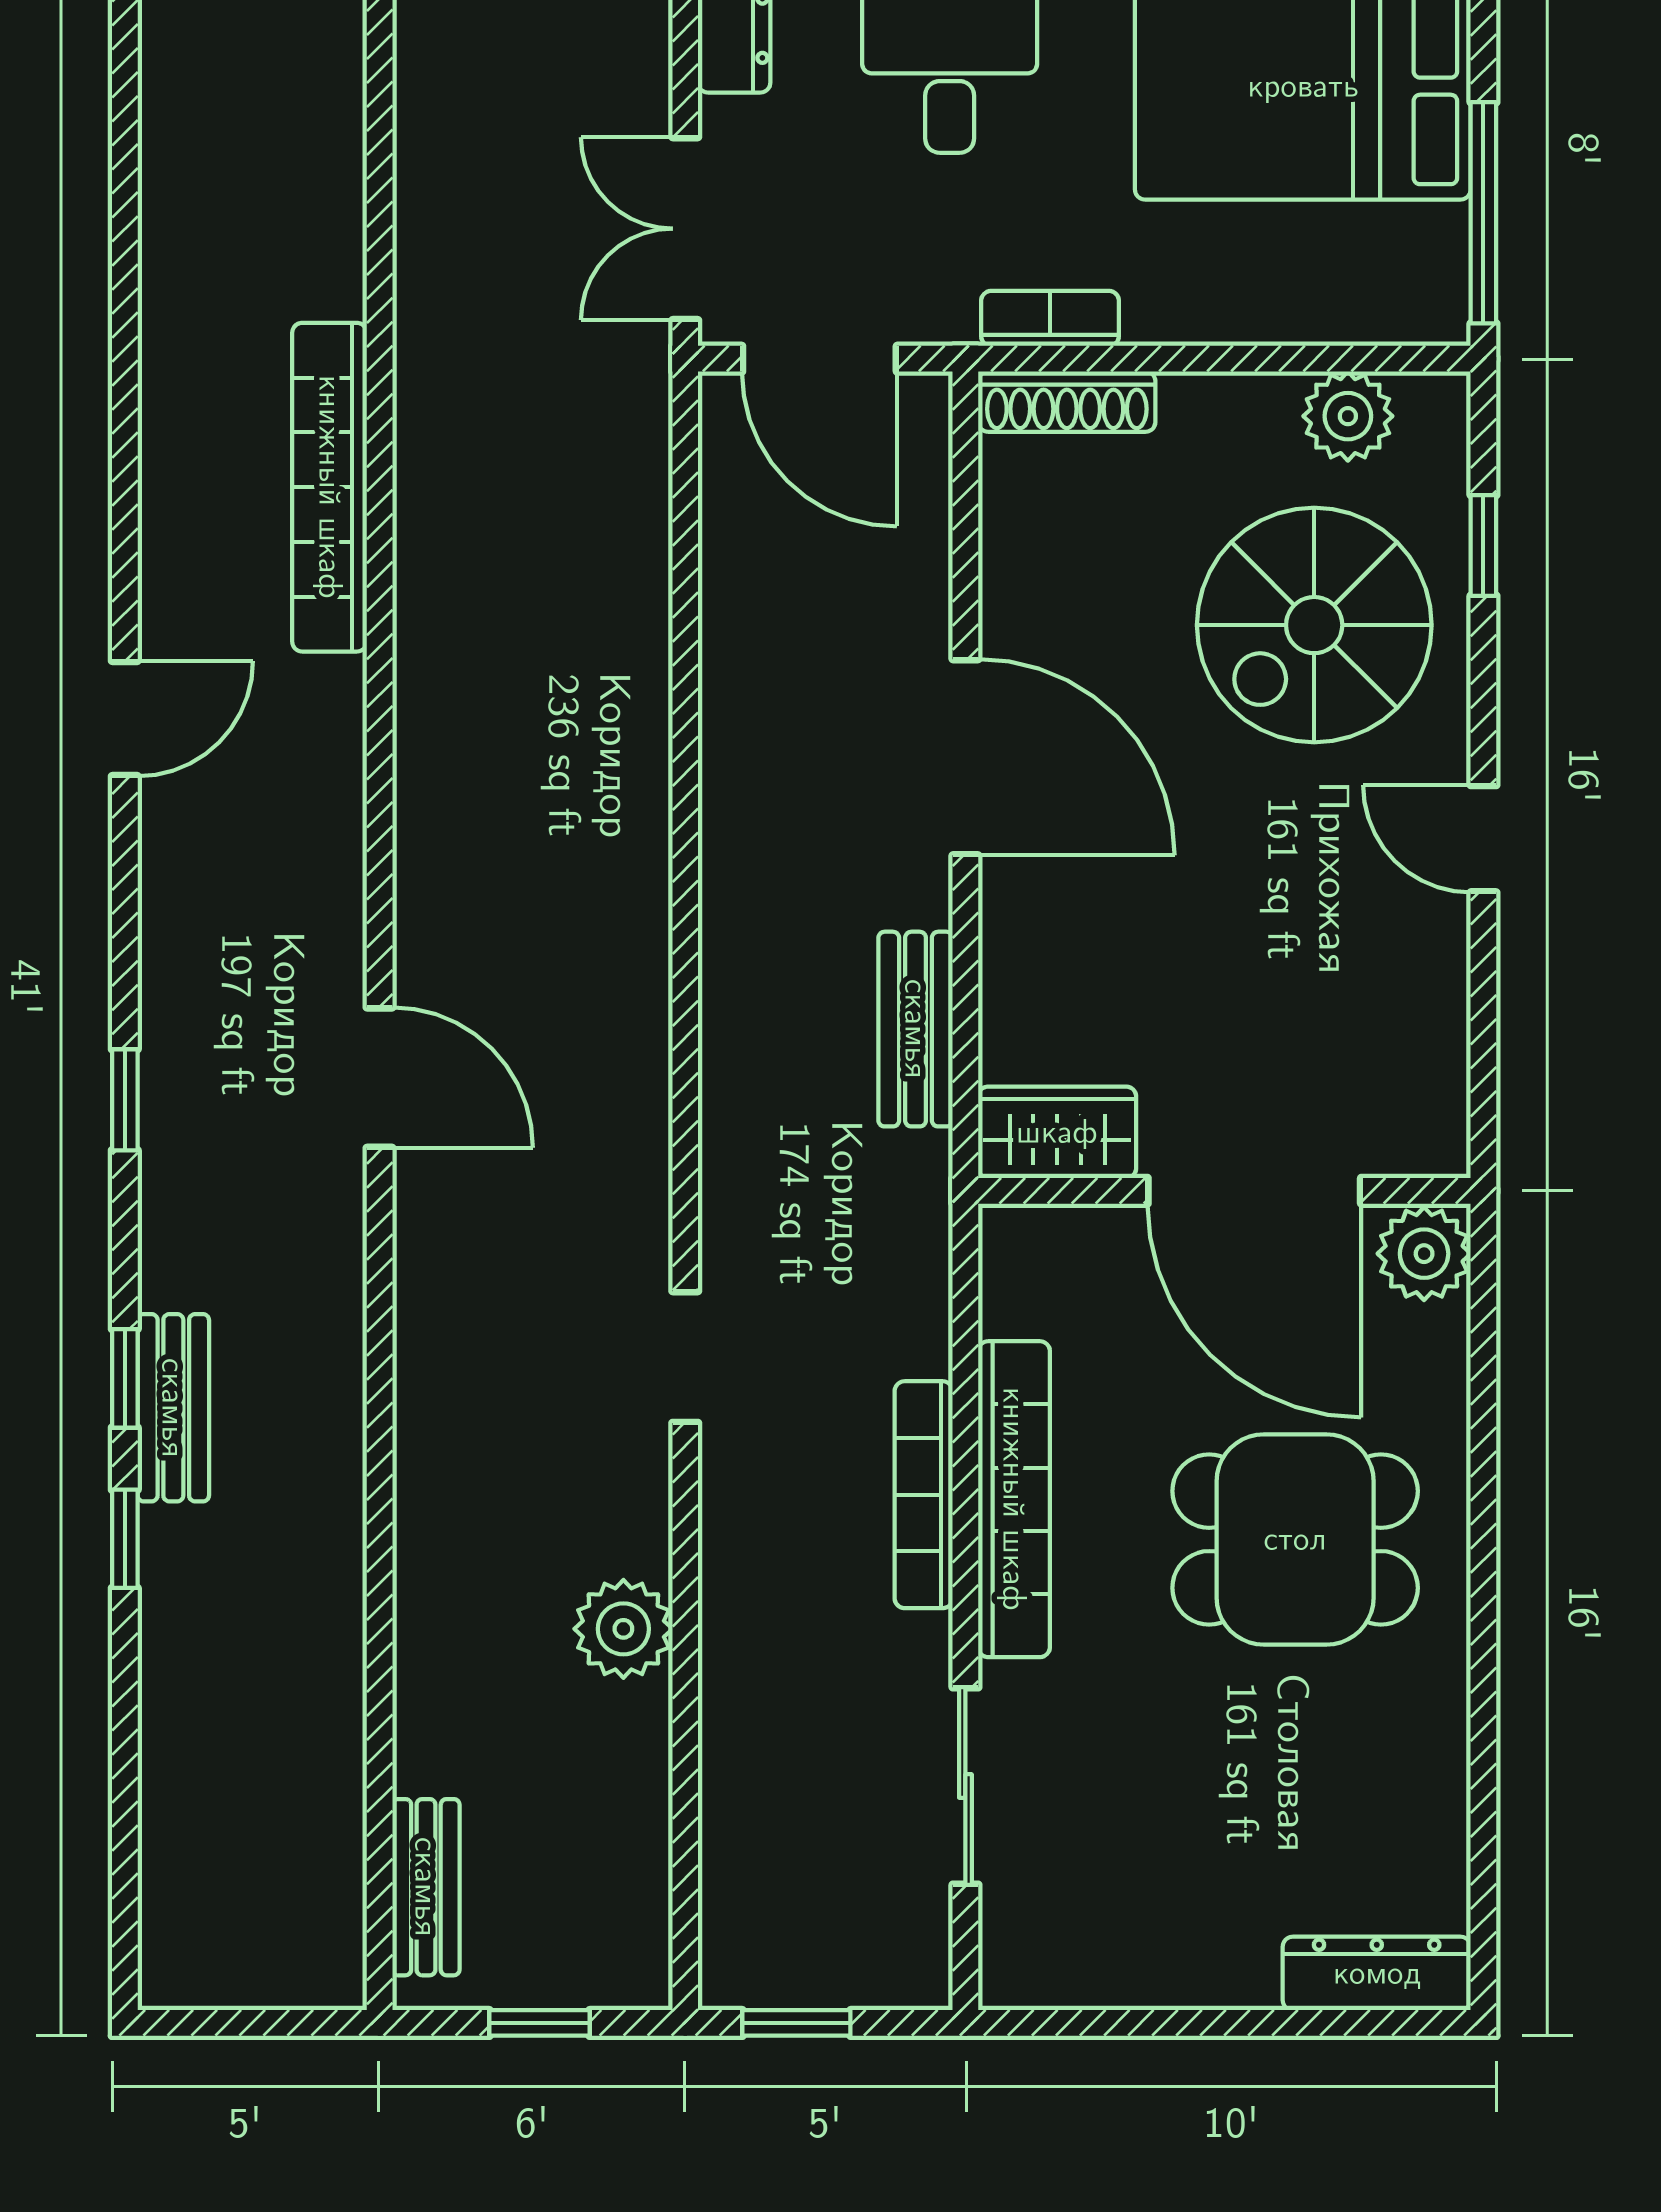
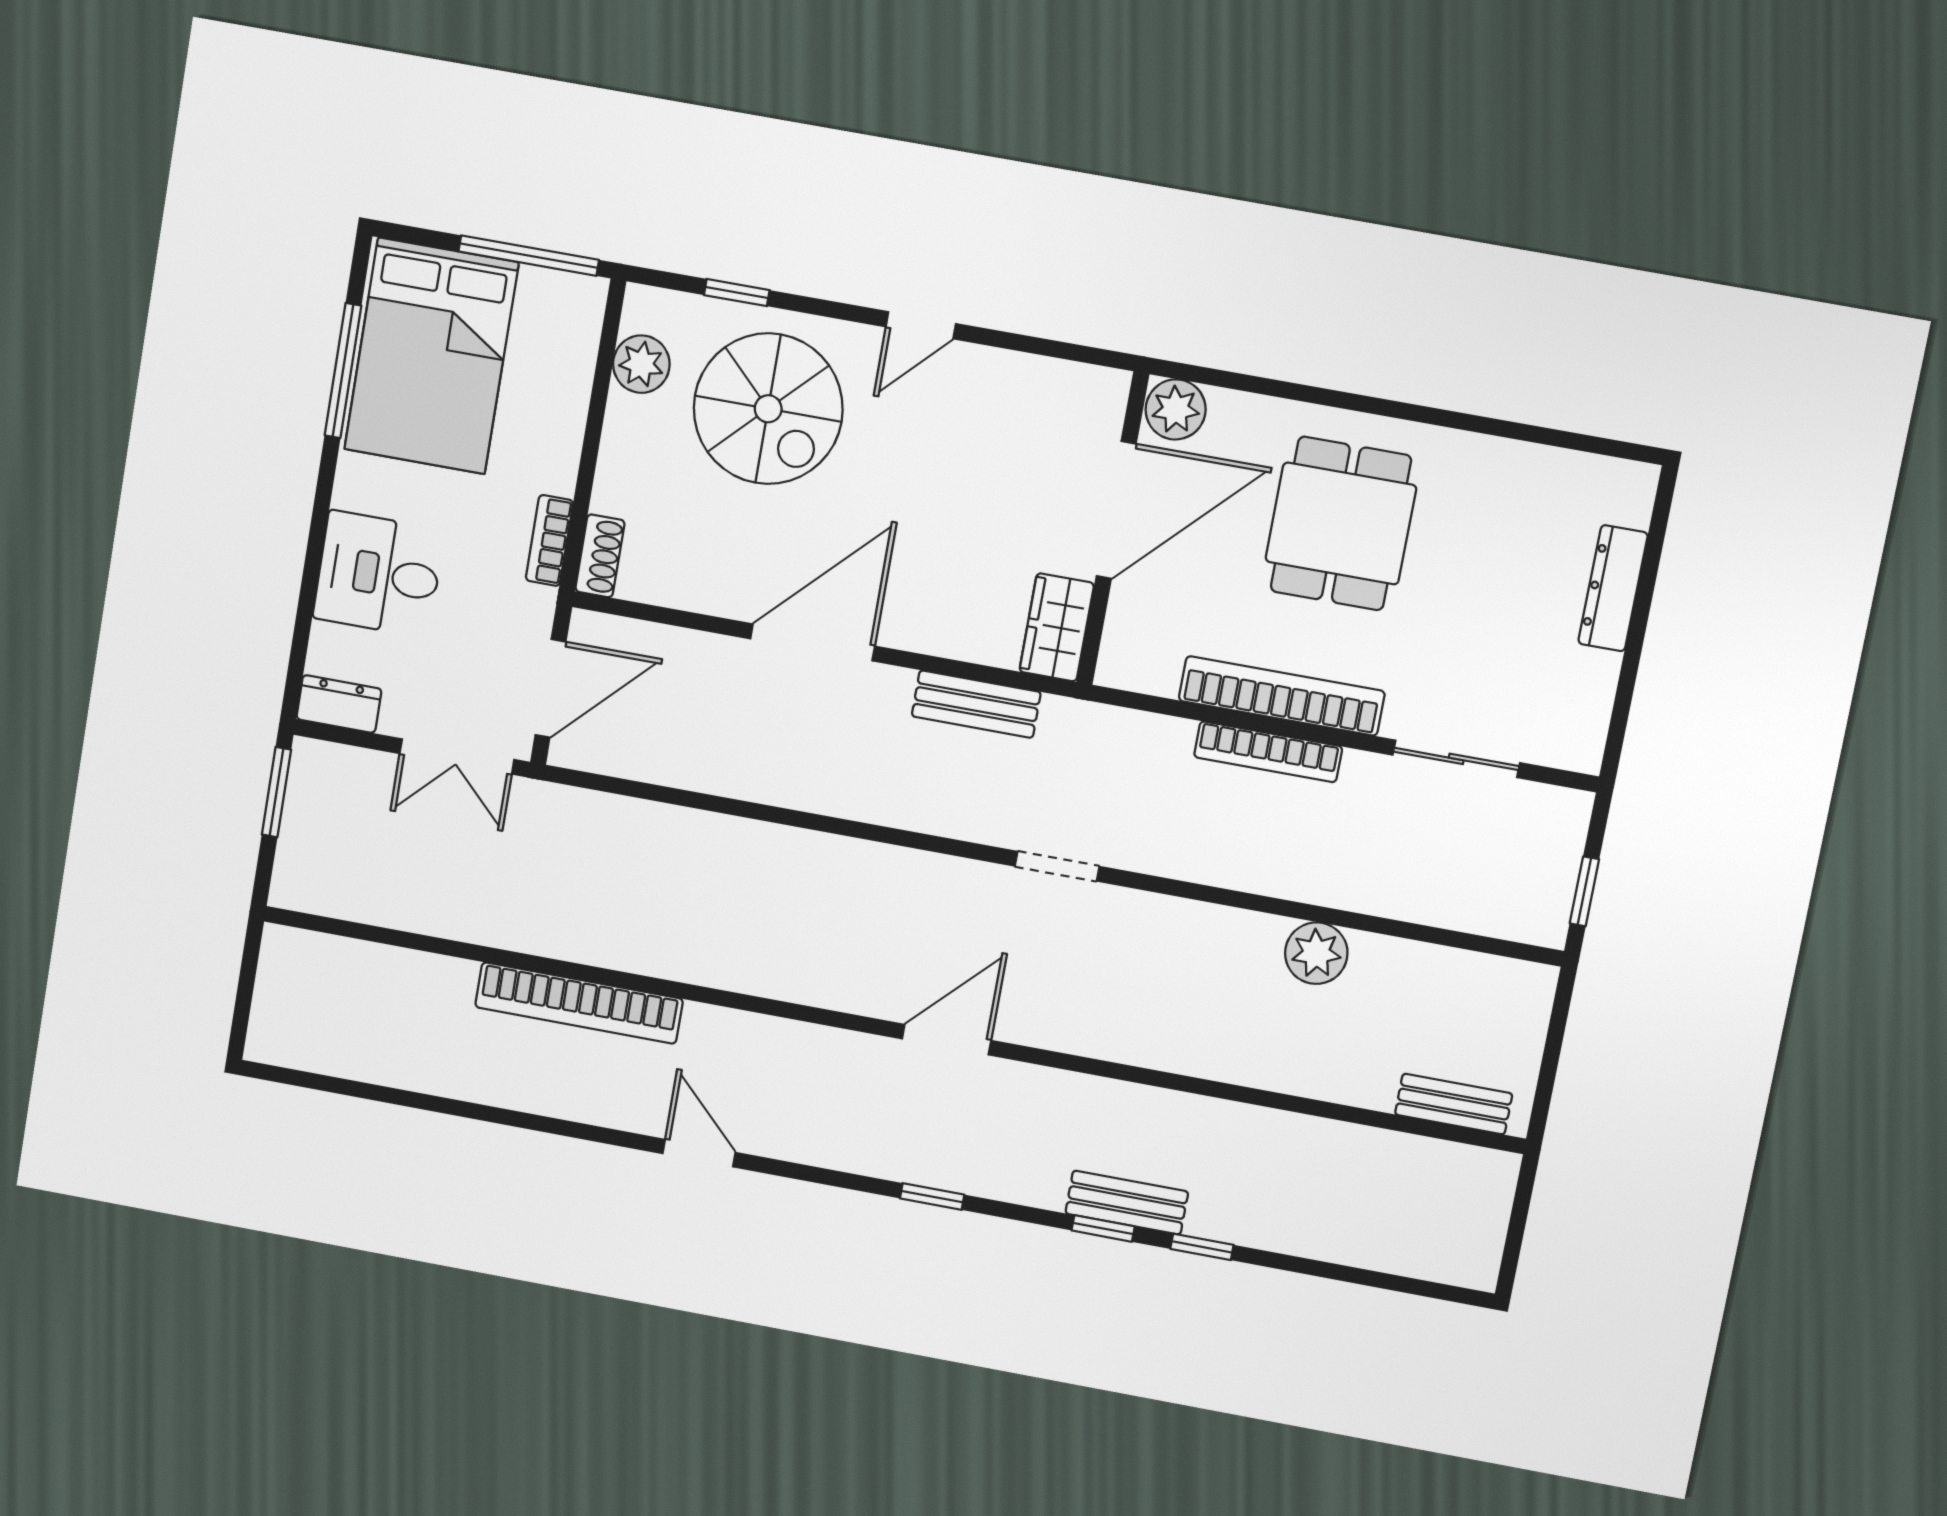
shoe rack: (1067, 402) -> (600, 556), width x0.70
doorway: (685, 1357) -> (1057, 866), moved
dresser: (1377, 1973) -> (1613, 588), moved
window: (540, 2023) -> (1552, 1050), removed

